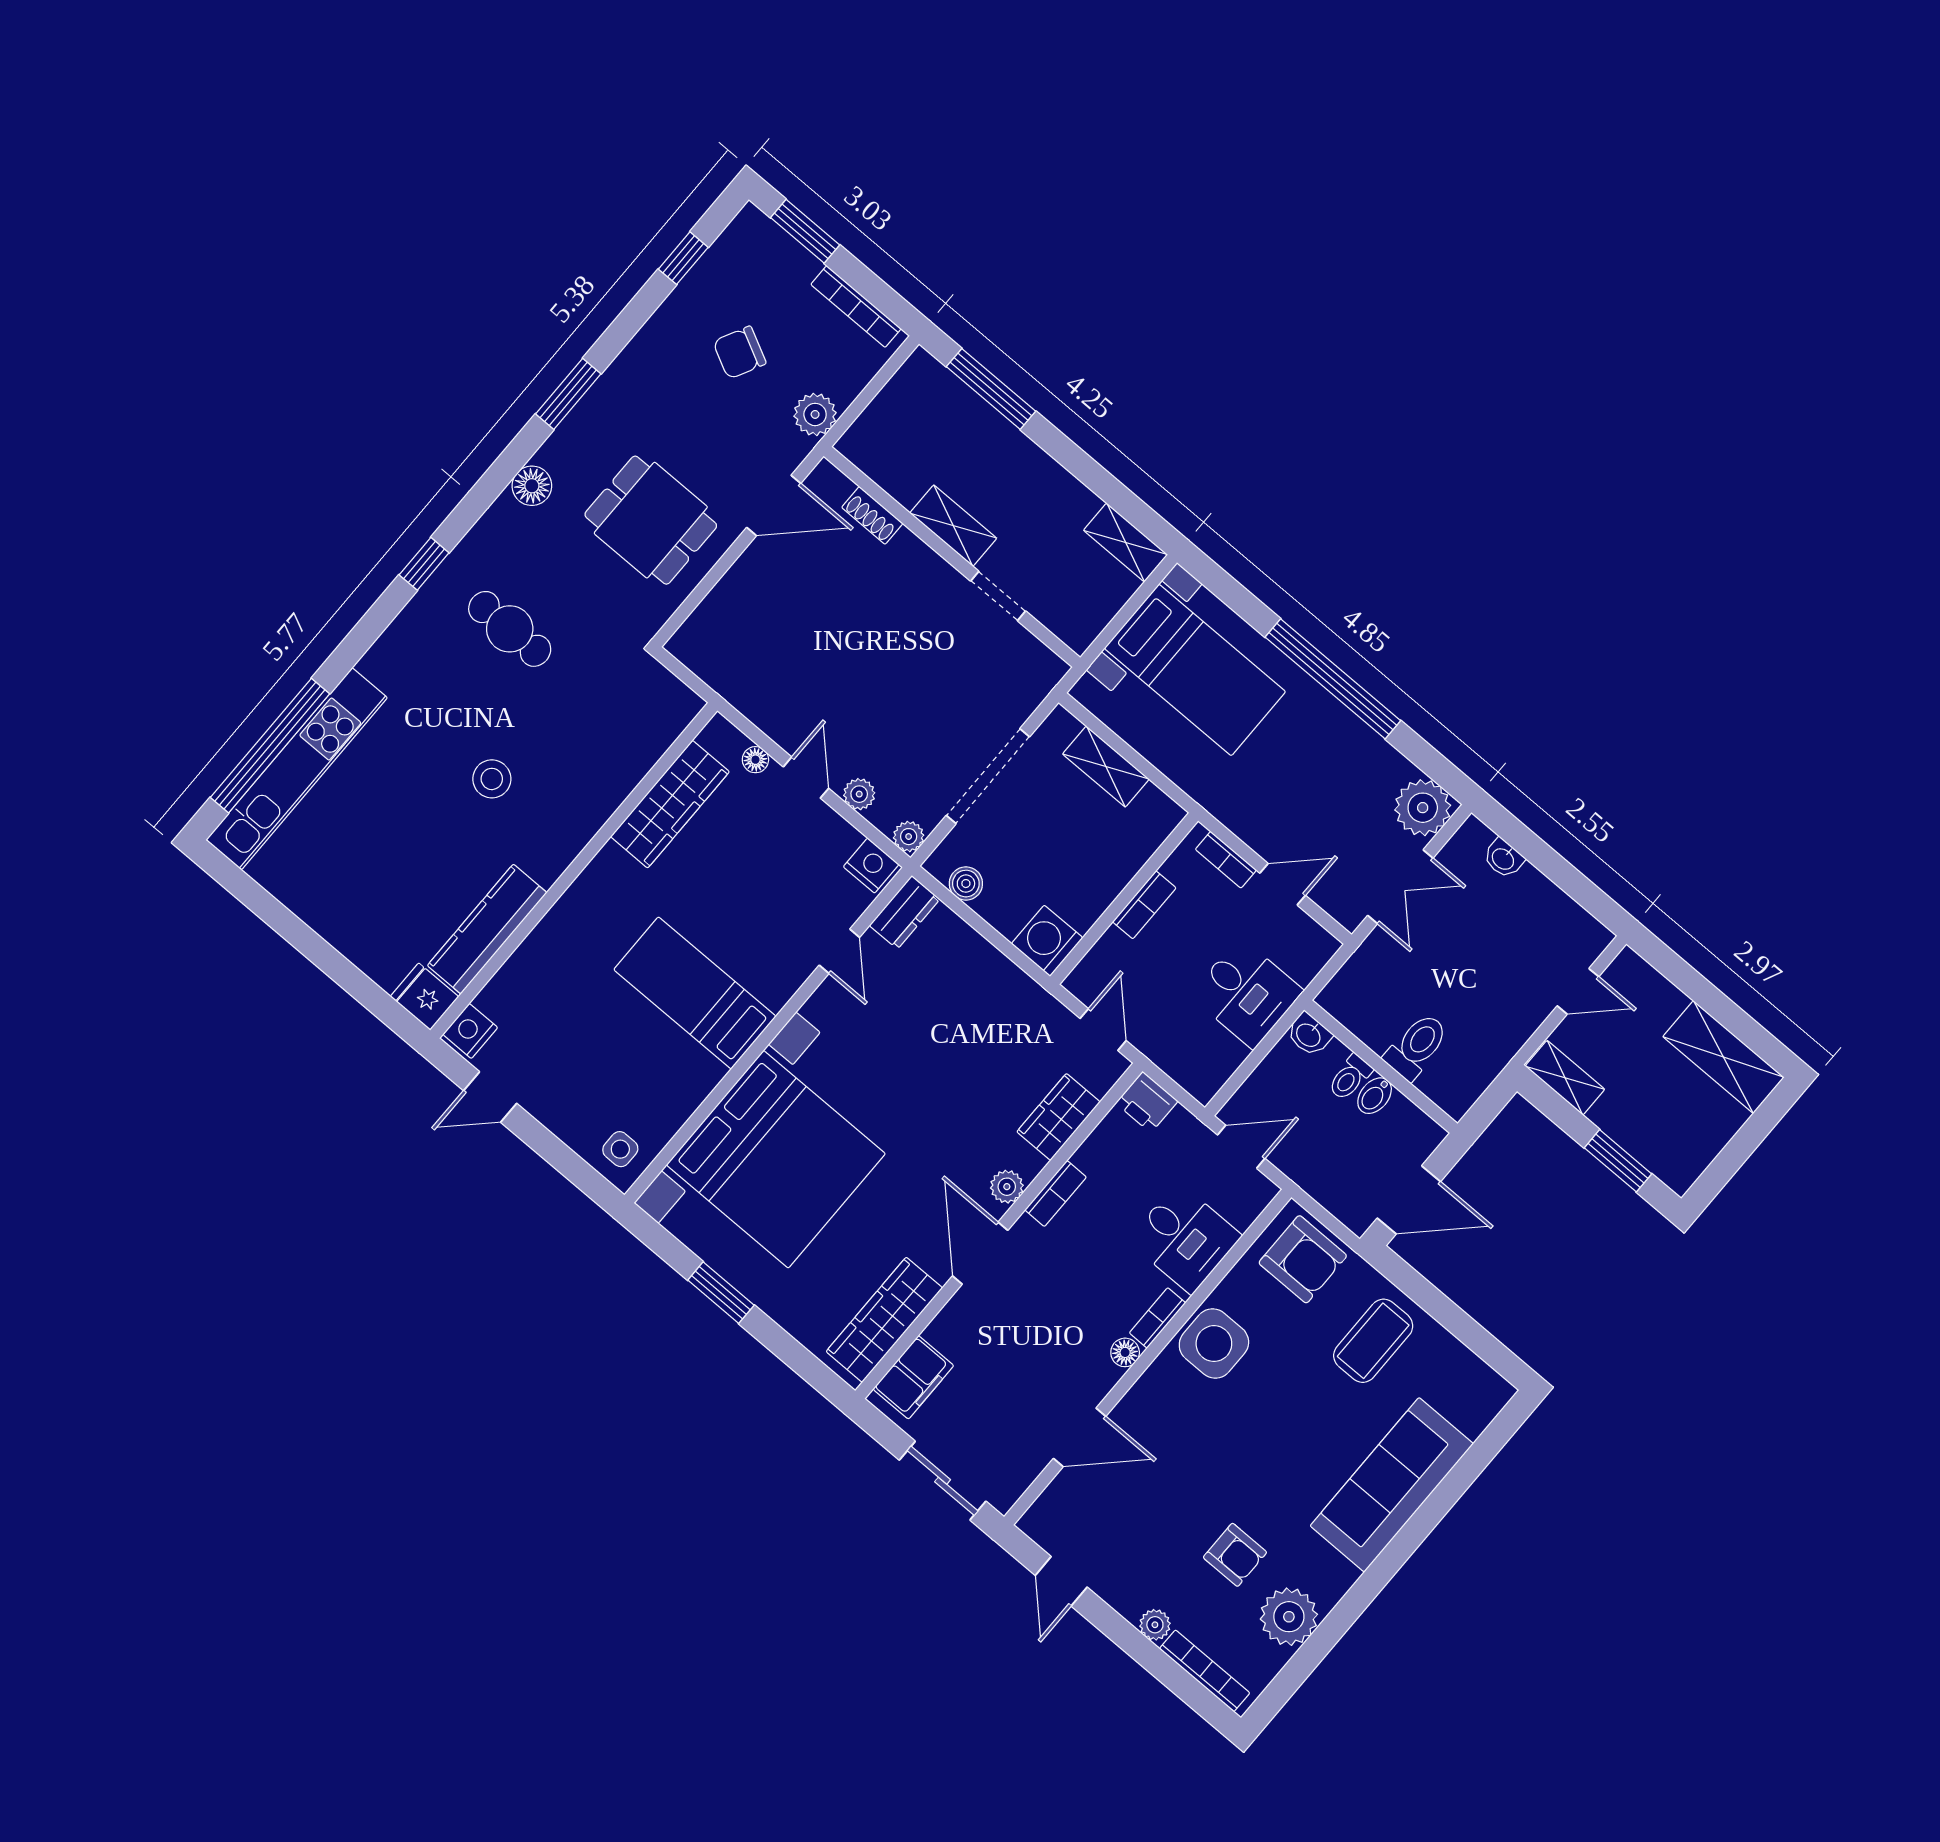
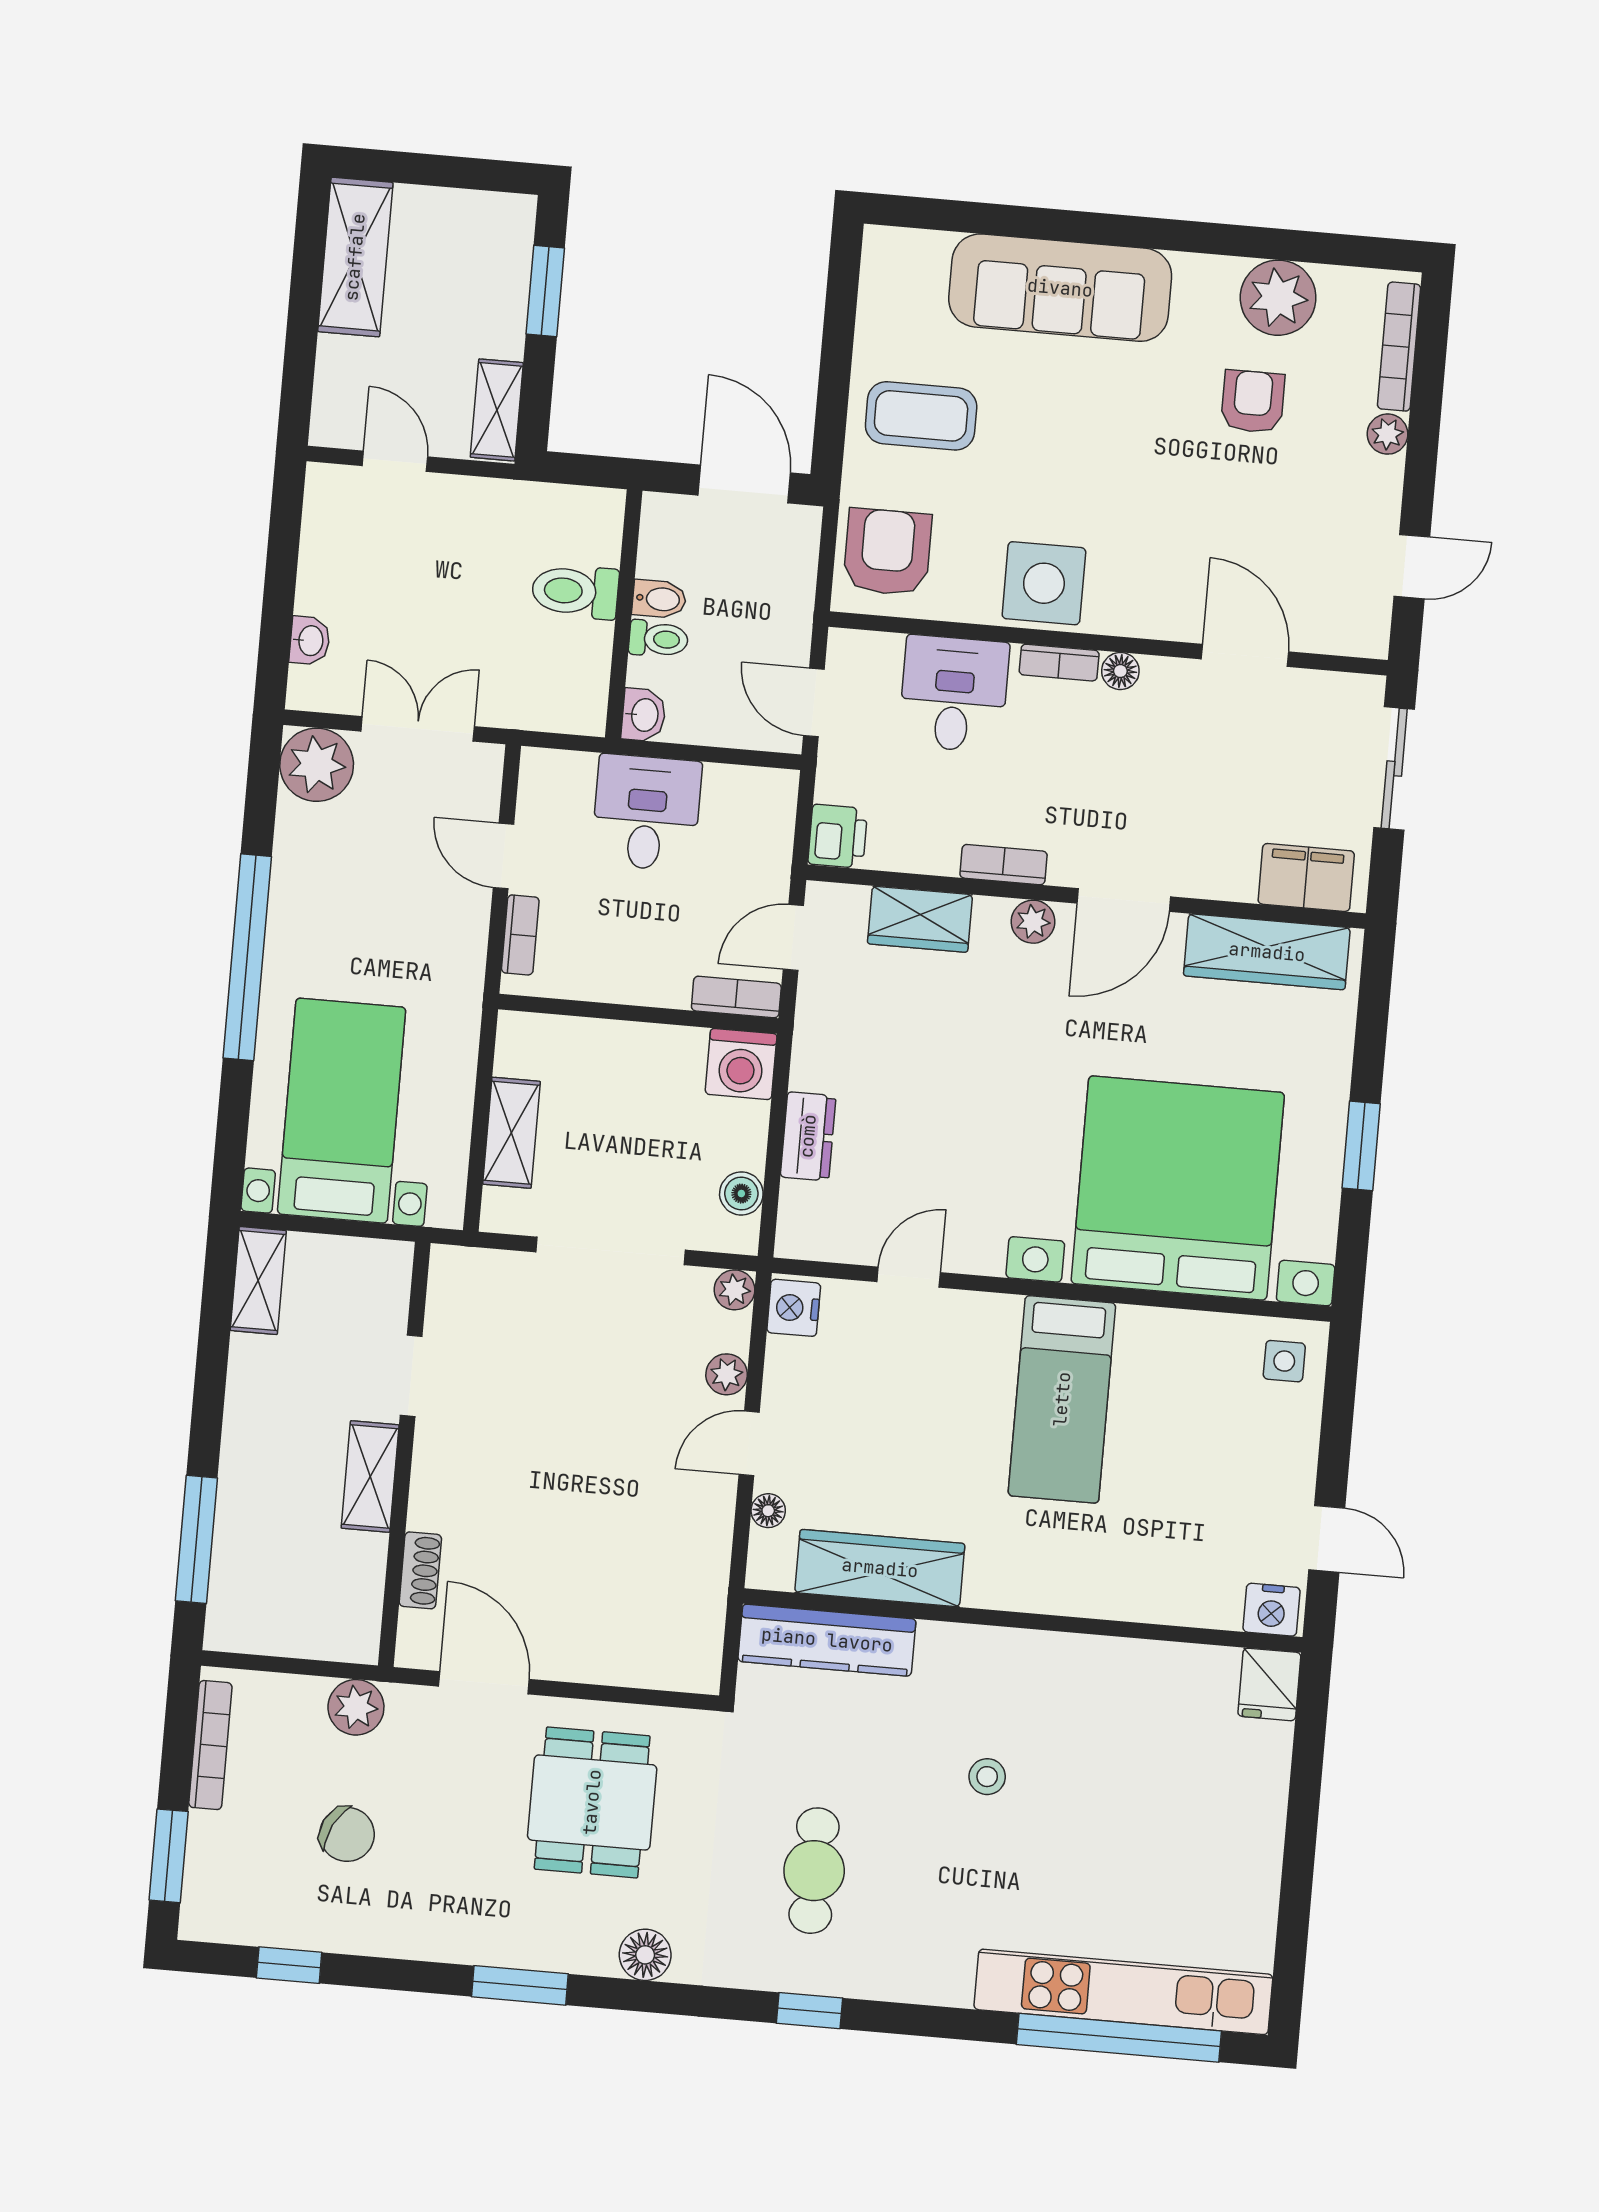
stool: (492, 779) -> (987, 1777), width x0.73, depth x0.73
bookcase: (1144, 905) -> (736, 997), moved
dresser: (905, 912) -> (808, 1136), moved, turned 90
kitchen counter: (487, 929) -> (827, 1640), moved

